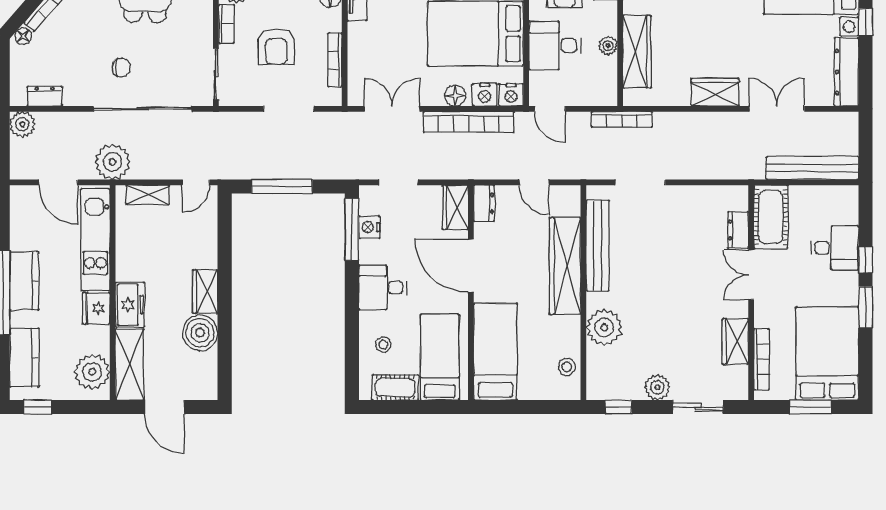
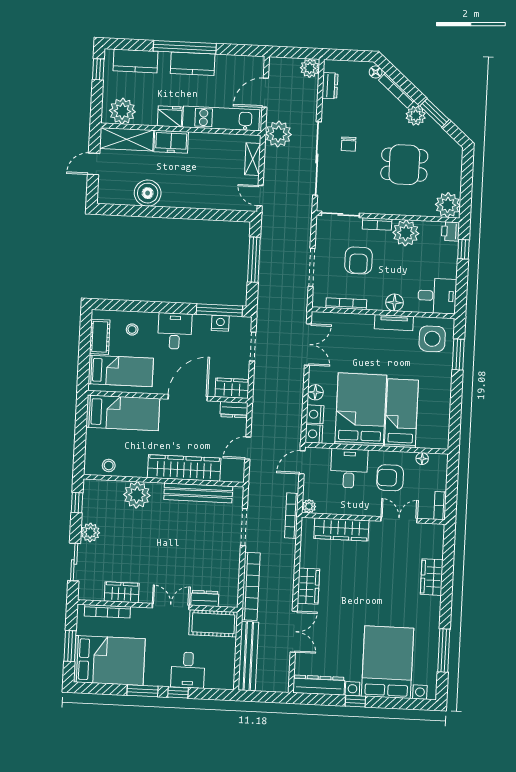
armchair: (276, 46) -> (359, 260), turned -90
plant: (608, 46) -> (309, 506), moved
bookcase: (469, 122) -> (251, 586), moved, turned 180
wardrobe: (205, 292) -> (178, 198), removed
door: (165, 407) -> (94, 164), width x0.73

